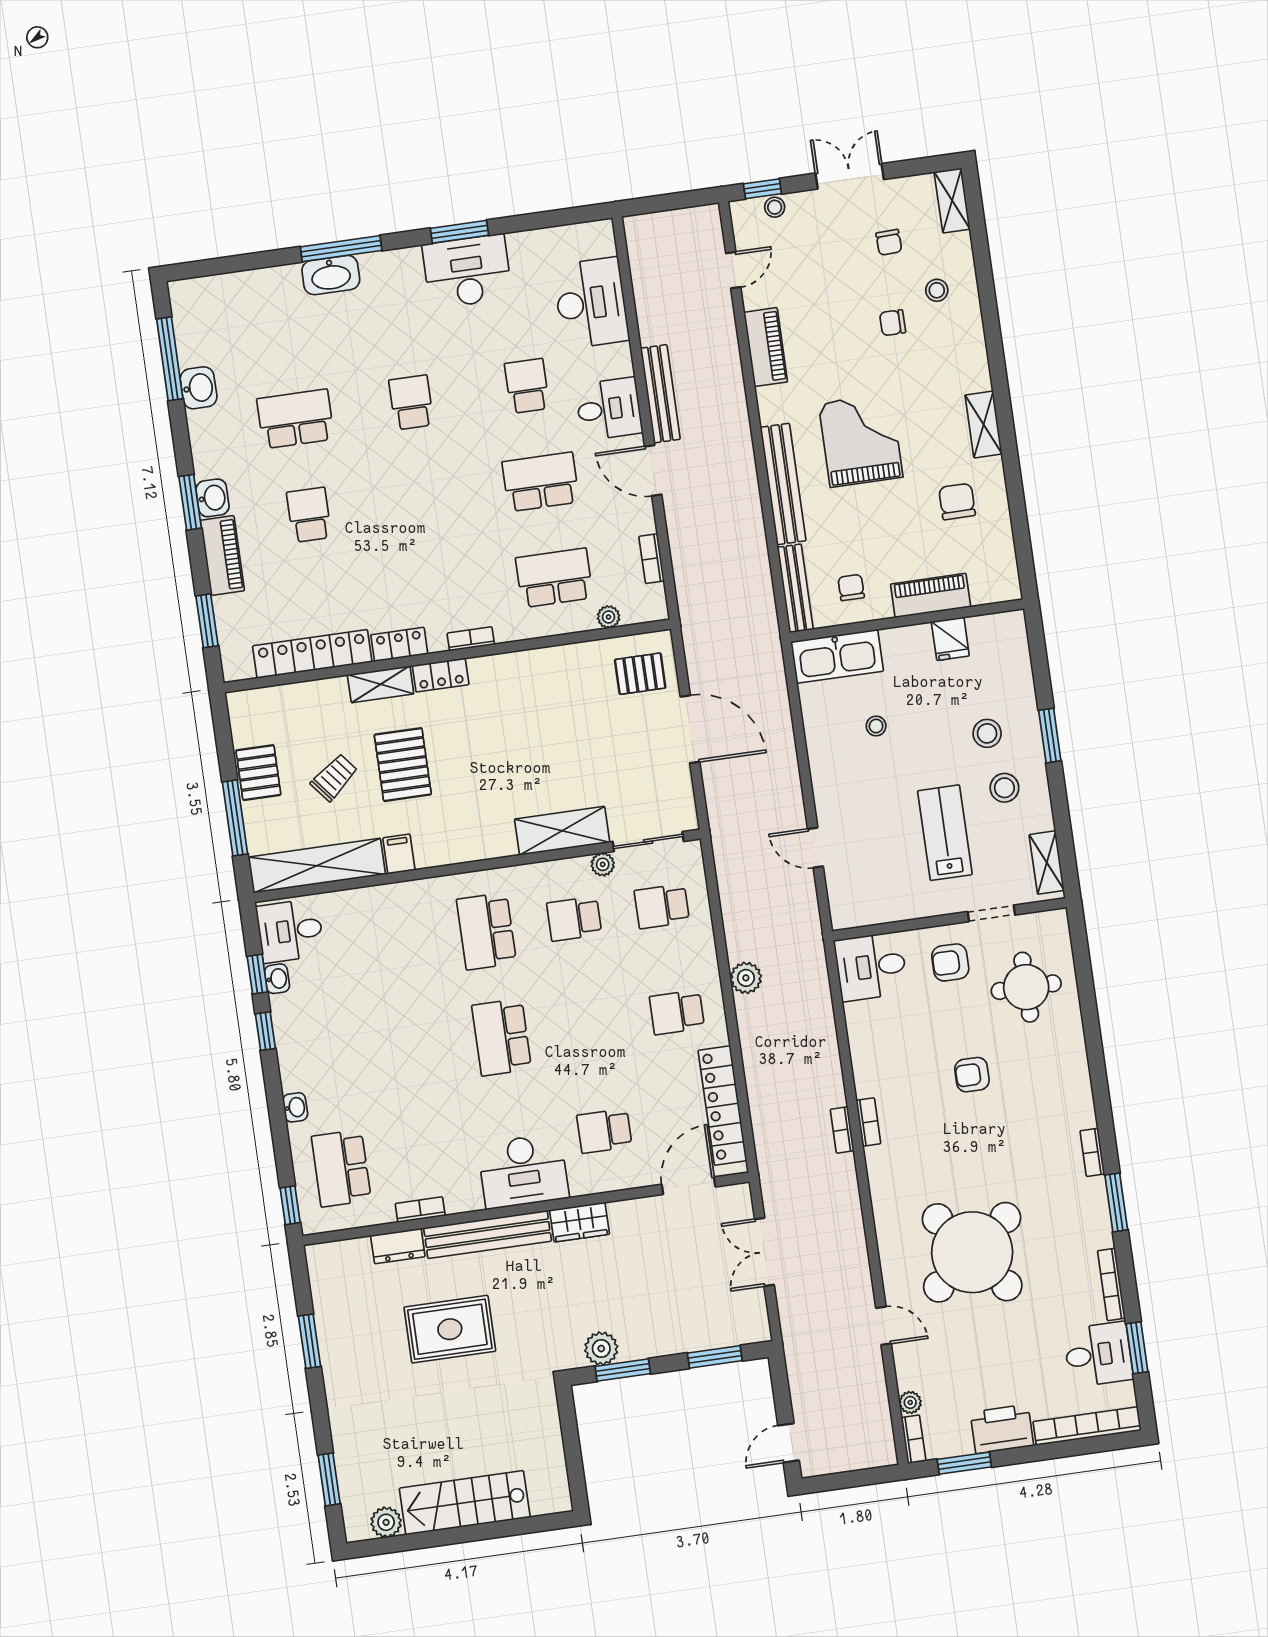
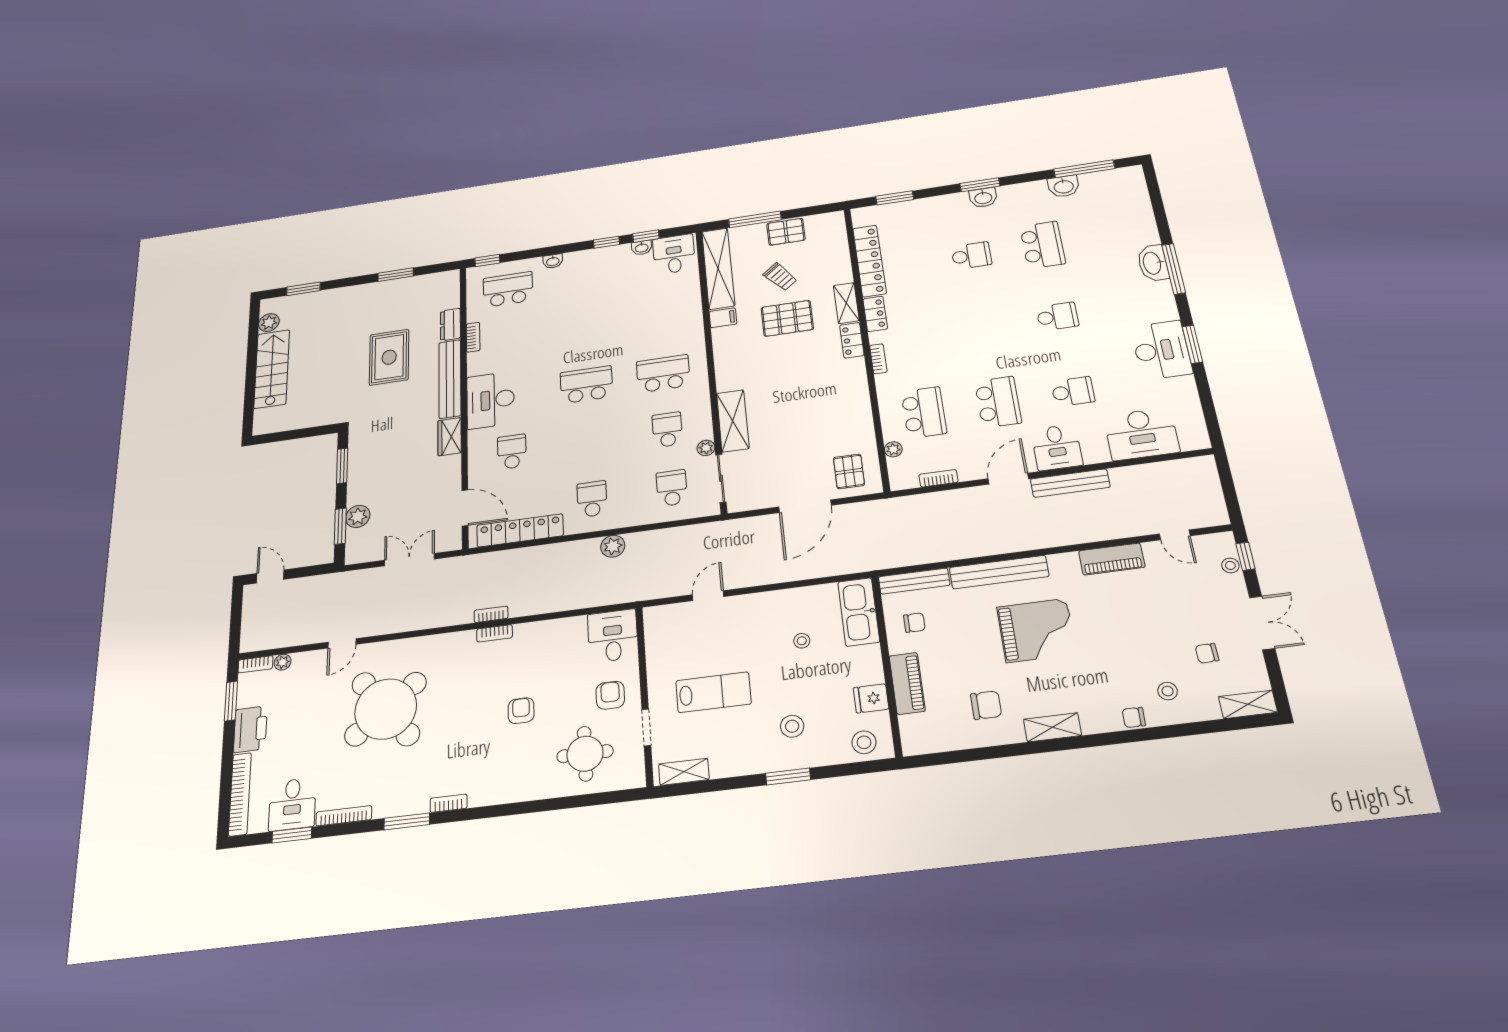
chair: (893, 323) -> (1134, 717), moved, turned -89
piano: (222, 556) -> (941, 205), removed
stool: (1004, 788) -> (864, 742), moved
plant: (601, 1349) -> (358, 516), moved

